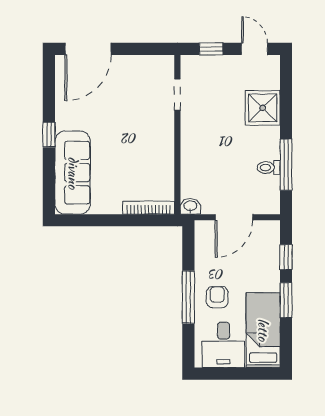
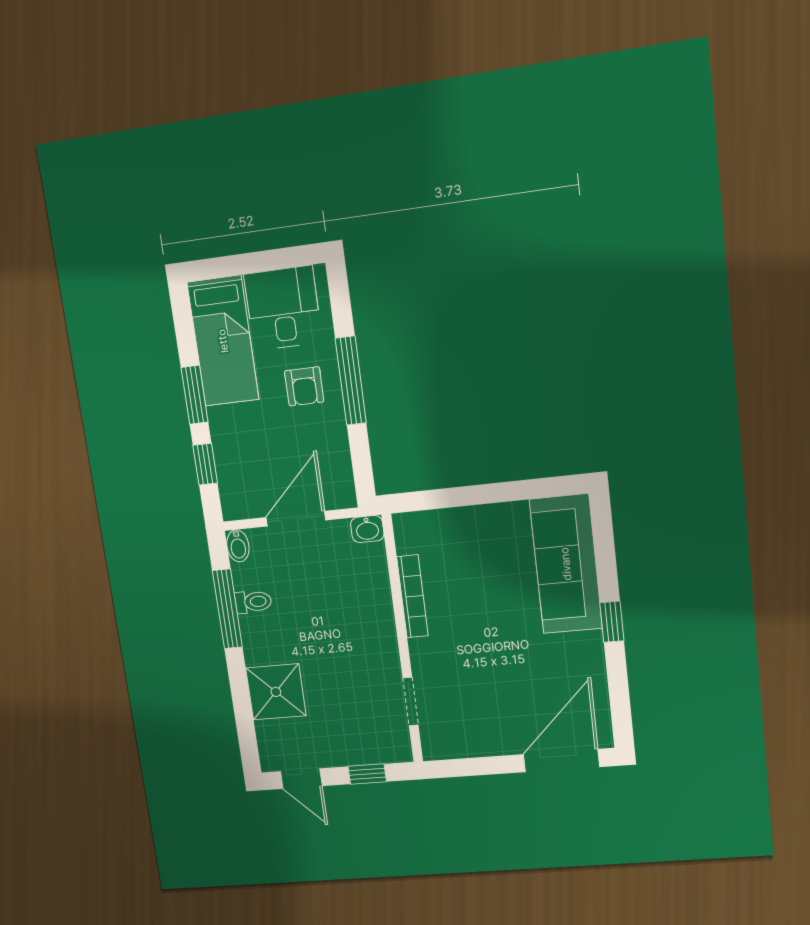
bidet: (273, 204) -> (238, 546), added
bookcase: (149, 208) -> (412, 596), moved, turned -90

